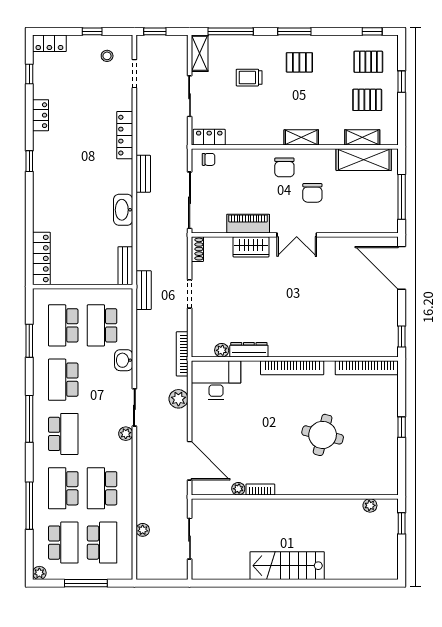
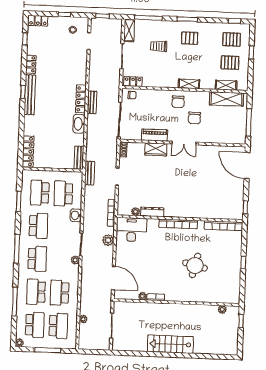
locker: (125, 135) -> (81, 99), moved
bench: (41, 165) -> (30, 95), added
school desk: (63, 380) -> (38, 226), turned 180

